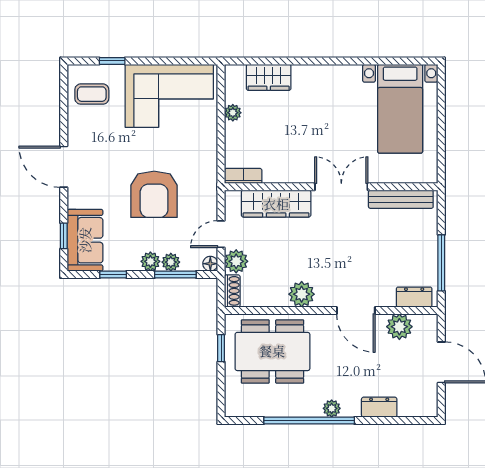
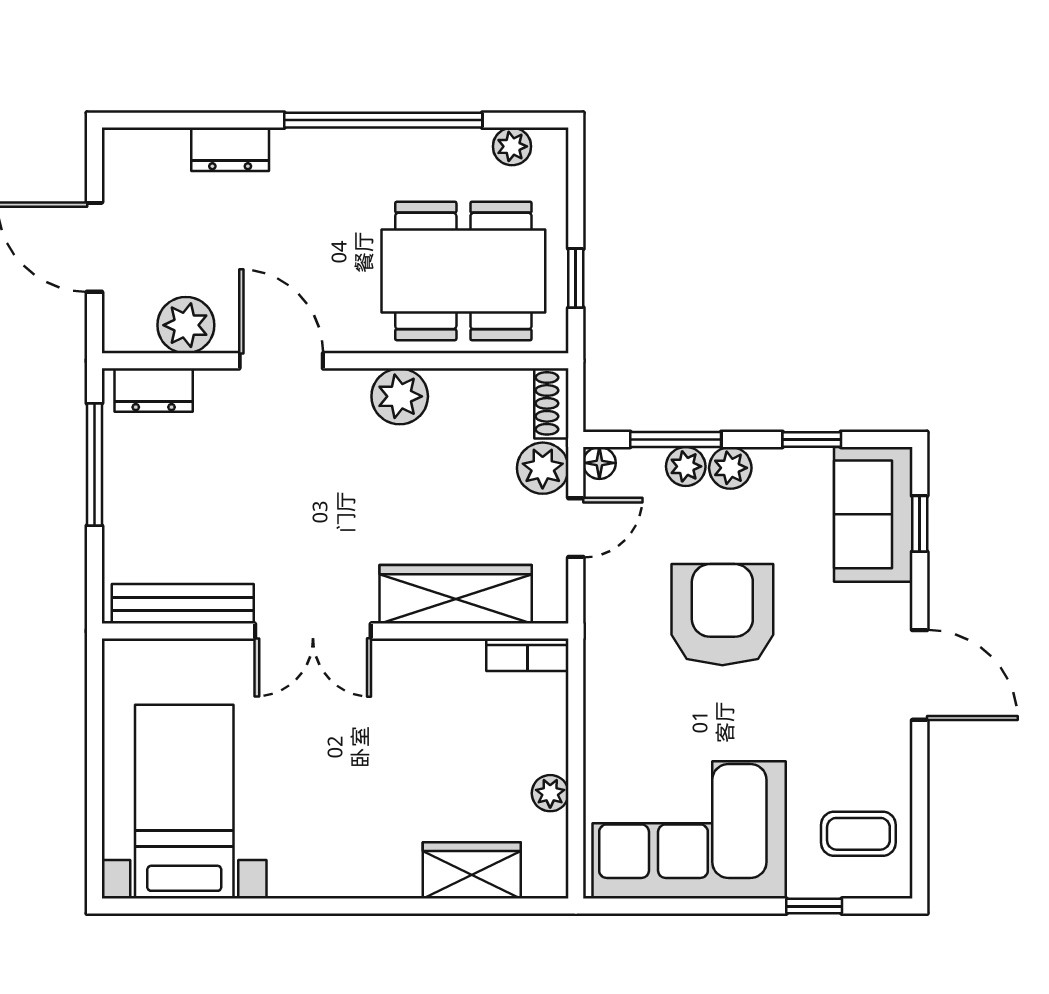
plant: (332, 408) -> (512, 146), moved

